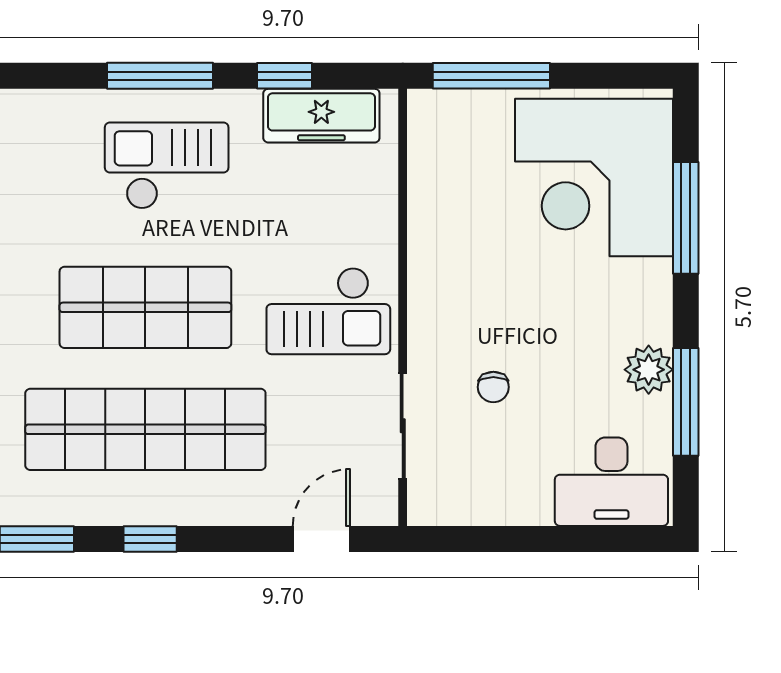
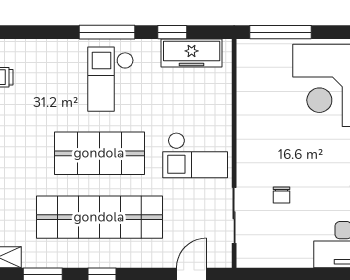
checkout: (167, 166) -> (111, 79), turned -90

